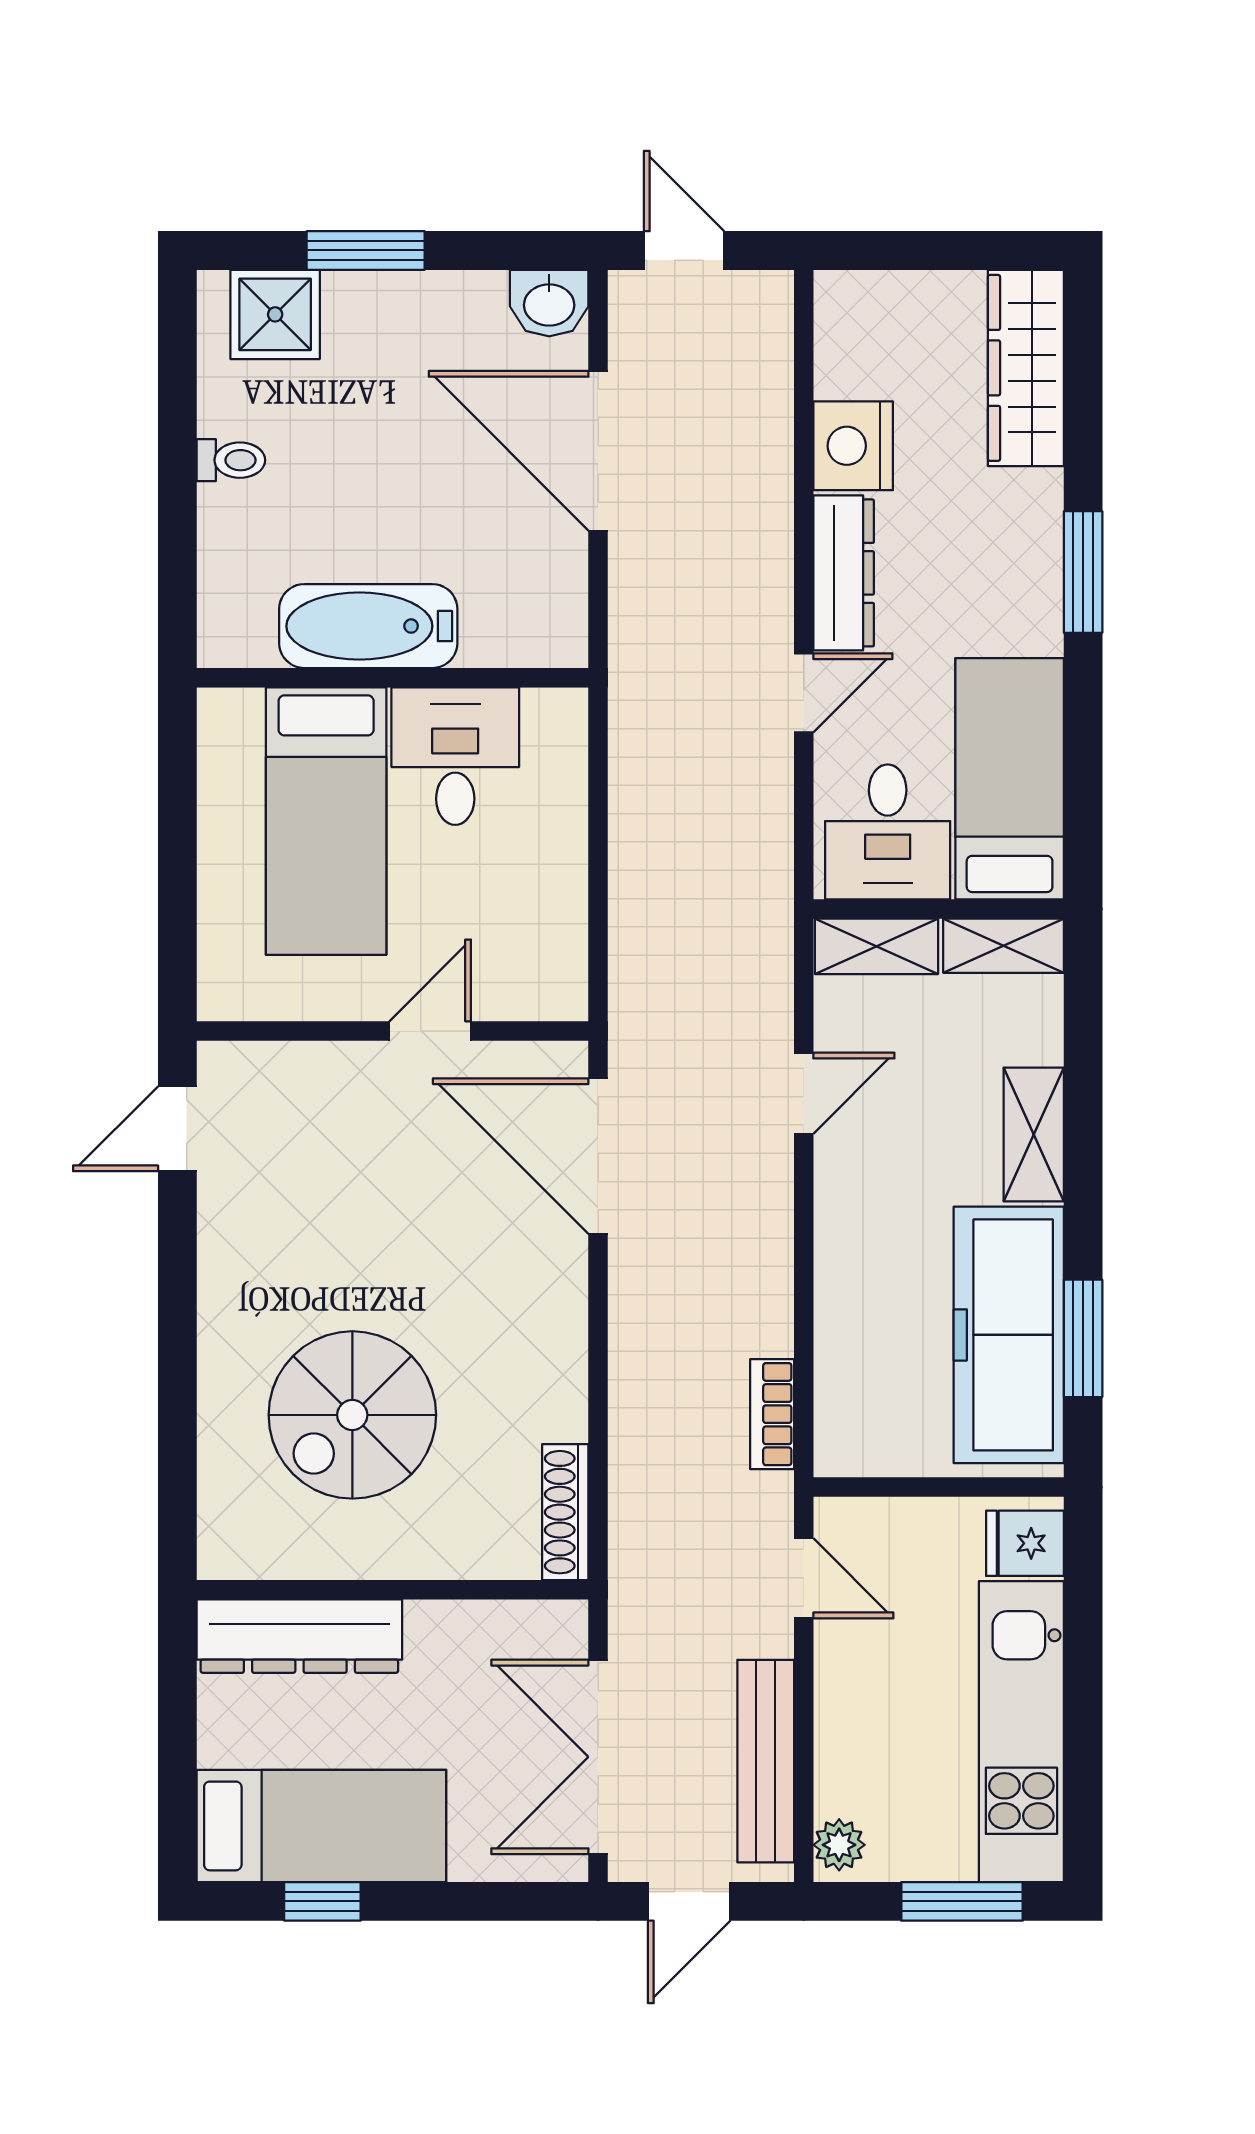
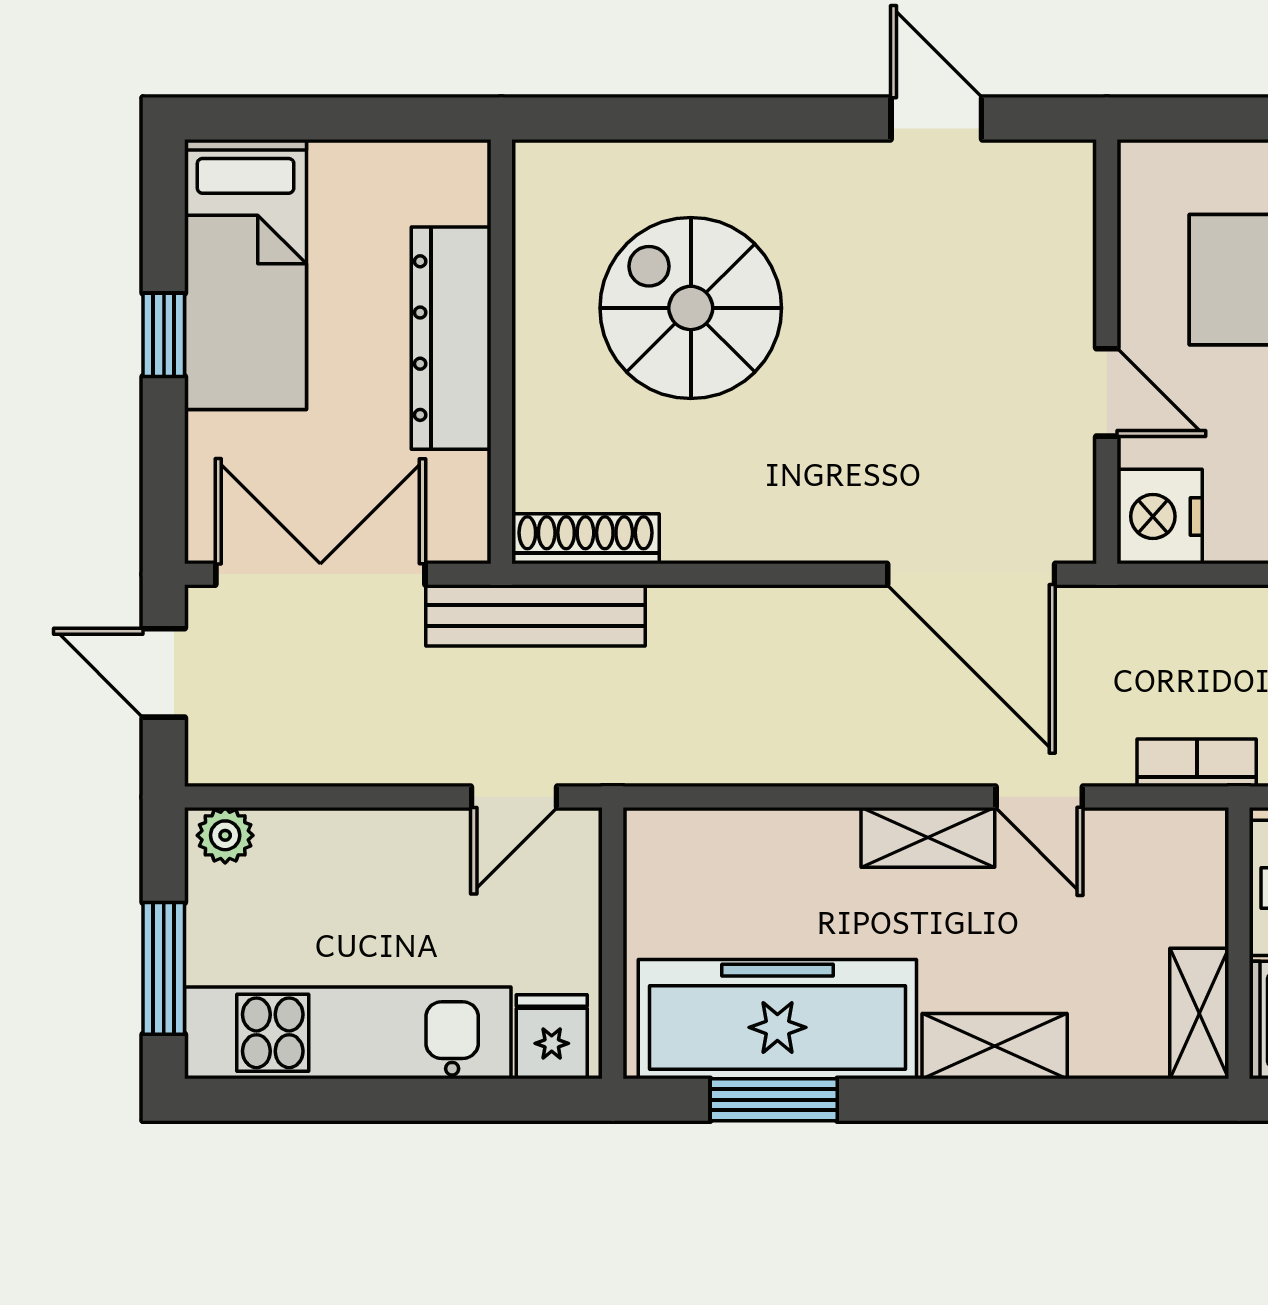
shelving: (876, 946) -> (928, 837), moved, turned 90
nightstand: (545, 982) -> (1160, 516), added
door: (177, 1129) -> (936, 118), moved
door: (598, 1156) -> (971, 574), swing flipped
bookcase: (772, 1414) -> (1197, 763), moved
dresser: (299, 1636) -> (451, 338), moved
bench: (766, 1761) -> (535, 615), moved
window: (322, 1901) -> (164, 335), moved

